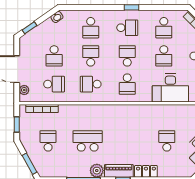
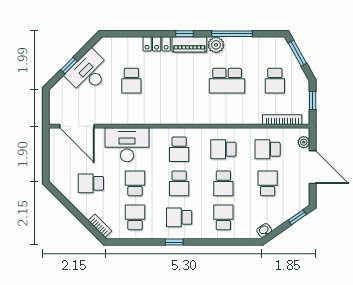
school desk: (91, 84) -> (223, 149), turned 180
school desk: (127, 84) -> (179, 149), turned 180

